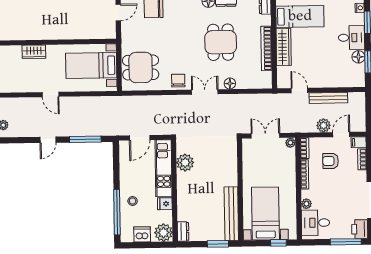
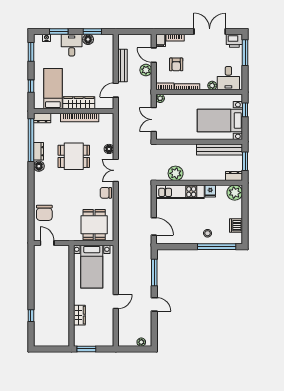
plant: (185, 163) -> (176, 173), moved
kitchen unit: (164, 168) -> (180, 192), moved
wall: (174, 191) -> (199, 183), moved
fridge: (165, 204) -> (210, 191), moved
dresser: (183, 231) -> (234, 176), moved
plant: (164, 233) -> (235, 193), moved

